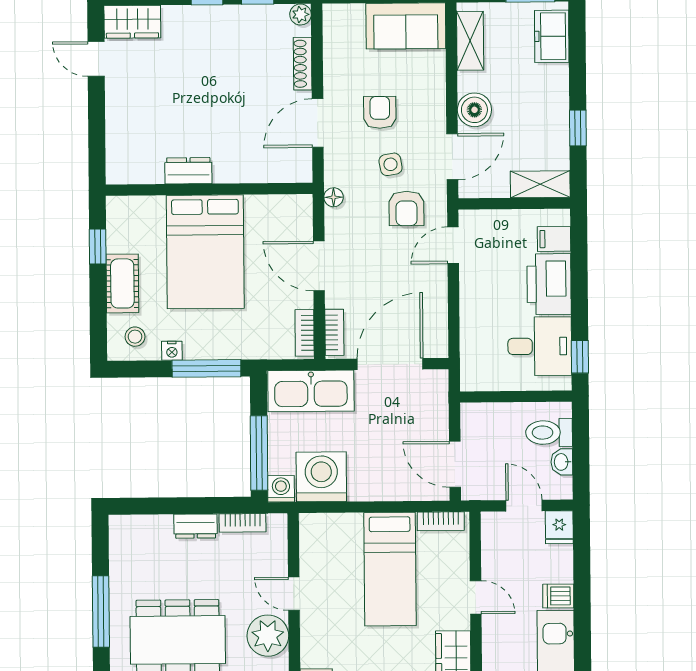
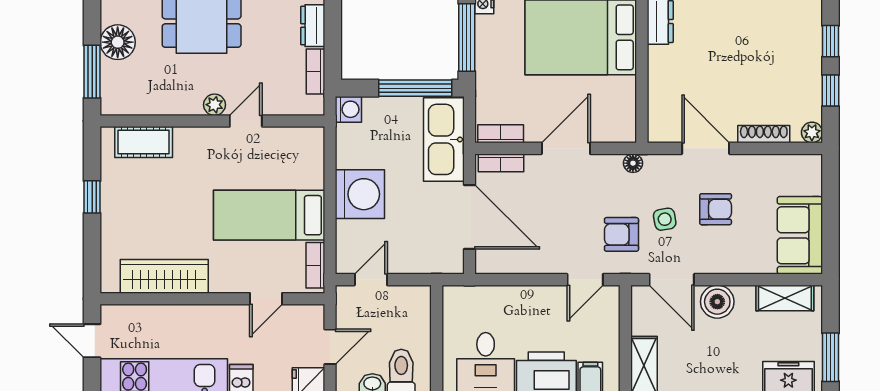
door: (453, 245) -> (585, 280), swing flipped
window: (259, 453) -> (415, 88), moved
door: (455, 464) -> (371, 280), width x0.73
washing machine: (321, 477) -> (360, 194), moved
door: (476, 597) -> (266, 299), moved
plant: (268, 636) -> (214, 105), width x0.53, depth x0.53

